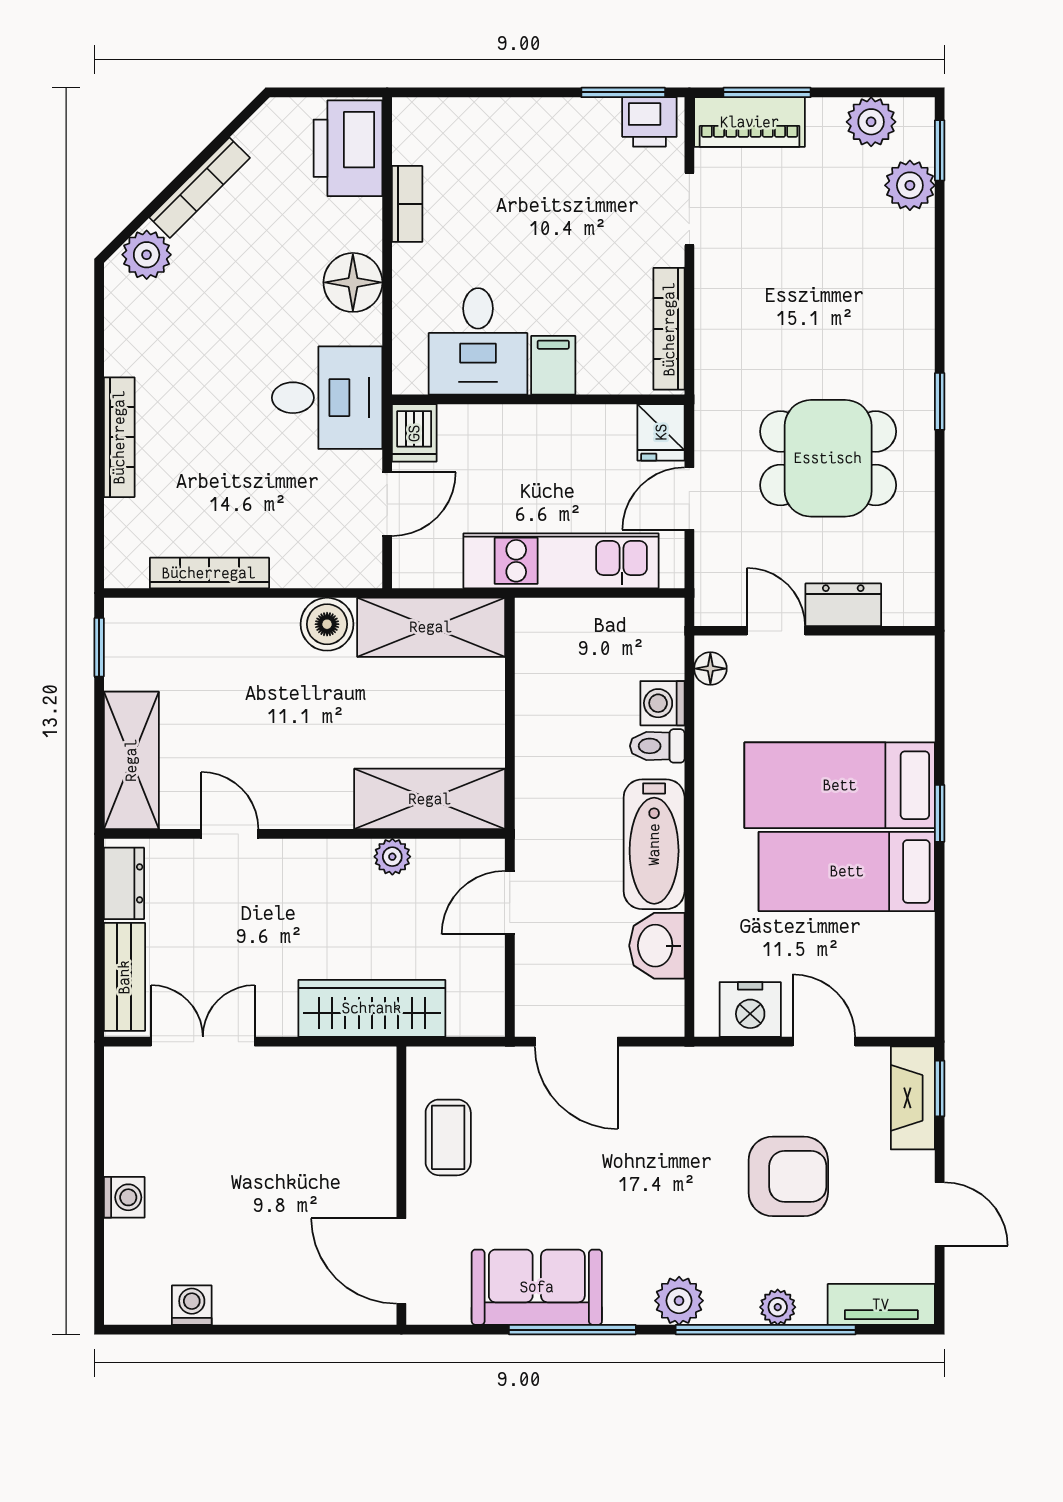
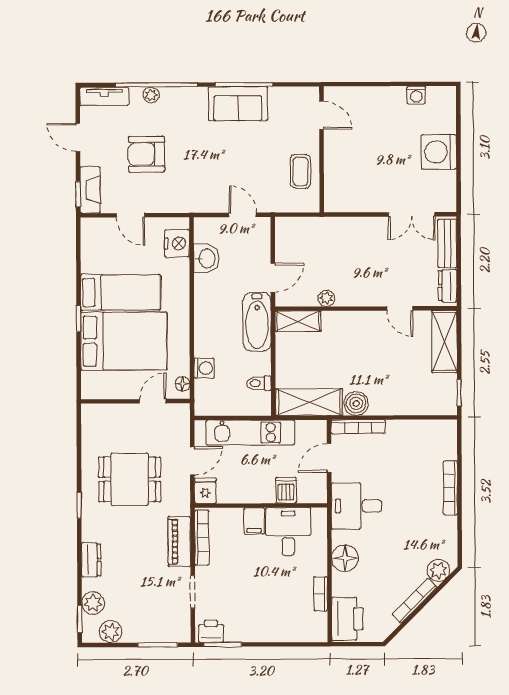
piano: (750, 122) -> (179, 542), moved, turned -90
dishwasher: (414, 433) -> (286, 490), moved
bookcase: (209, 573) -> (358, 427), moved
dresser: (843, 605) -> (91, 560), moved, turned -90
door: (776, 631) -> (153, 401), swing flipped
toilet: (657, 746) -> (259, 383), moved, turned 180
bed: (840, 785) -> (124, 341), width x1.50
shelving: (430, 799) -> (298, 321), width x0.67, depth x0.75
bathtub: (654, 844) -> (257, 322), moved, turned 180
wardrobe: (372, 1008) -> (335, 230), removed
nightstand: (750, 1009) -> (177, 243), moved, turned 90
door: (576, 1042) -> (243, 215), width x0.73
washing machine: (124, 1197) -> (439, 152), width x1.89, depth x1.89
door: (401, 1261) -> (321, 115), width x0.73
sofa: (537, 1287) -> (238, 104), moved
plant: (679, 1301) -> (196, 98), removed

